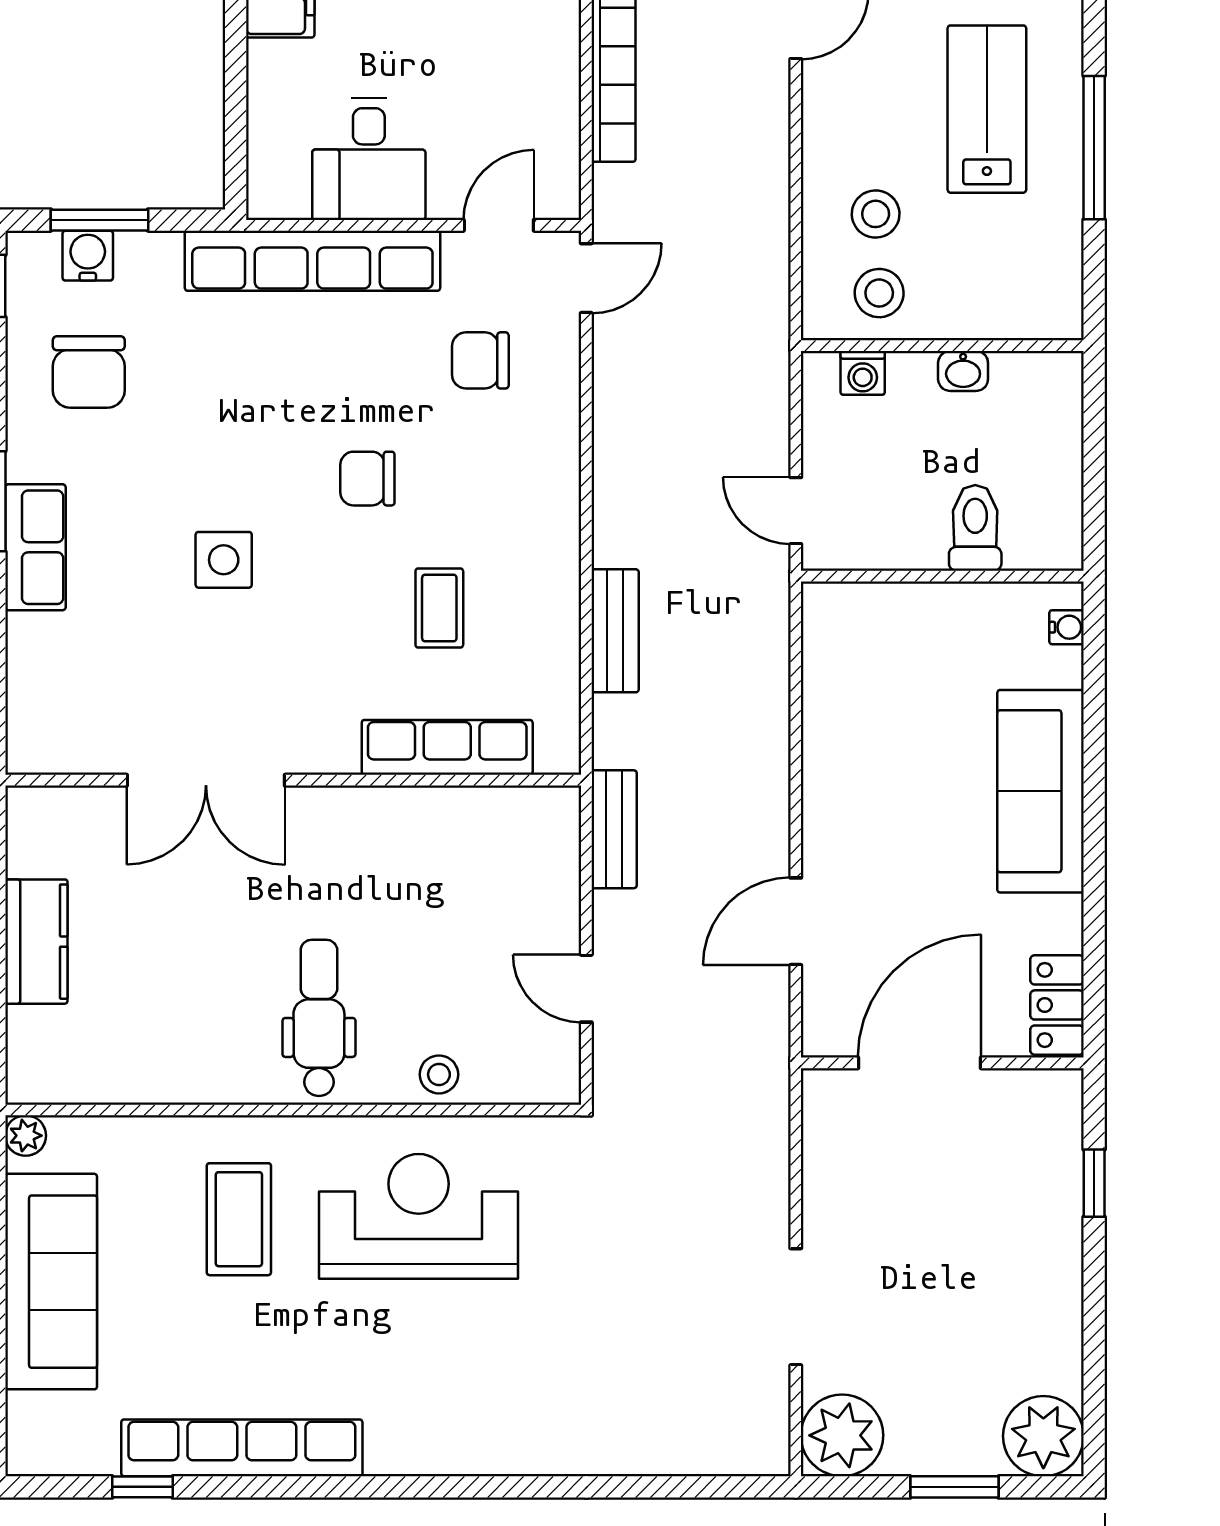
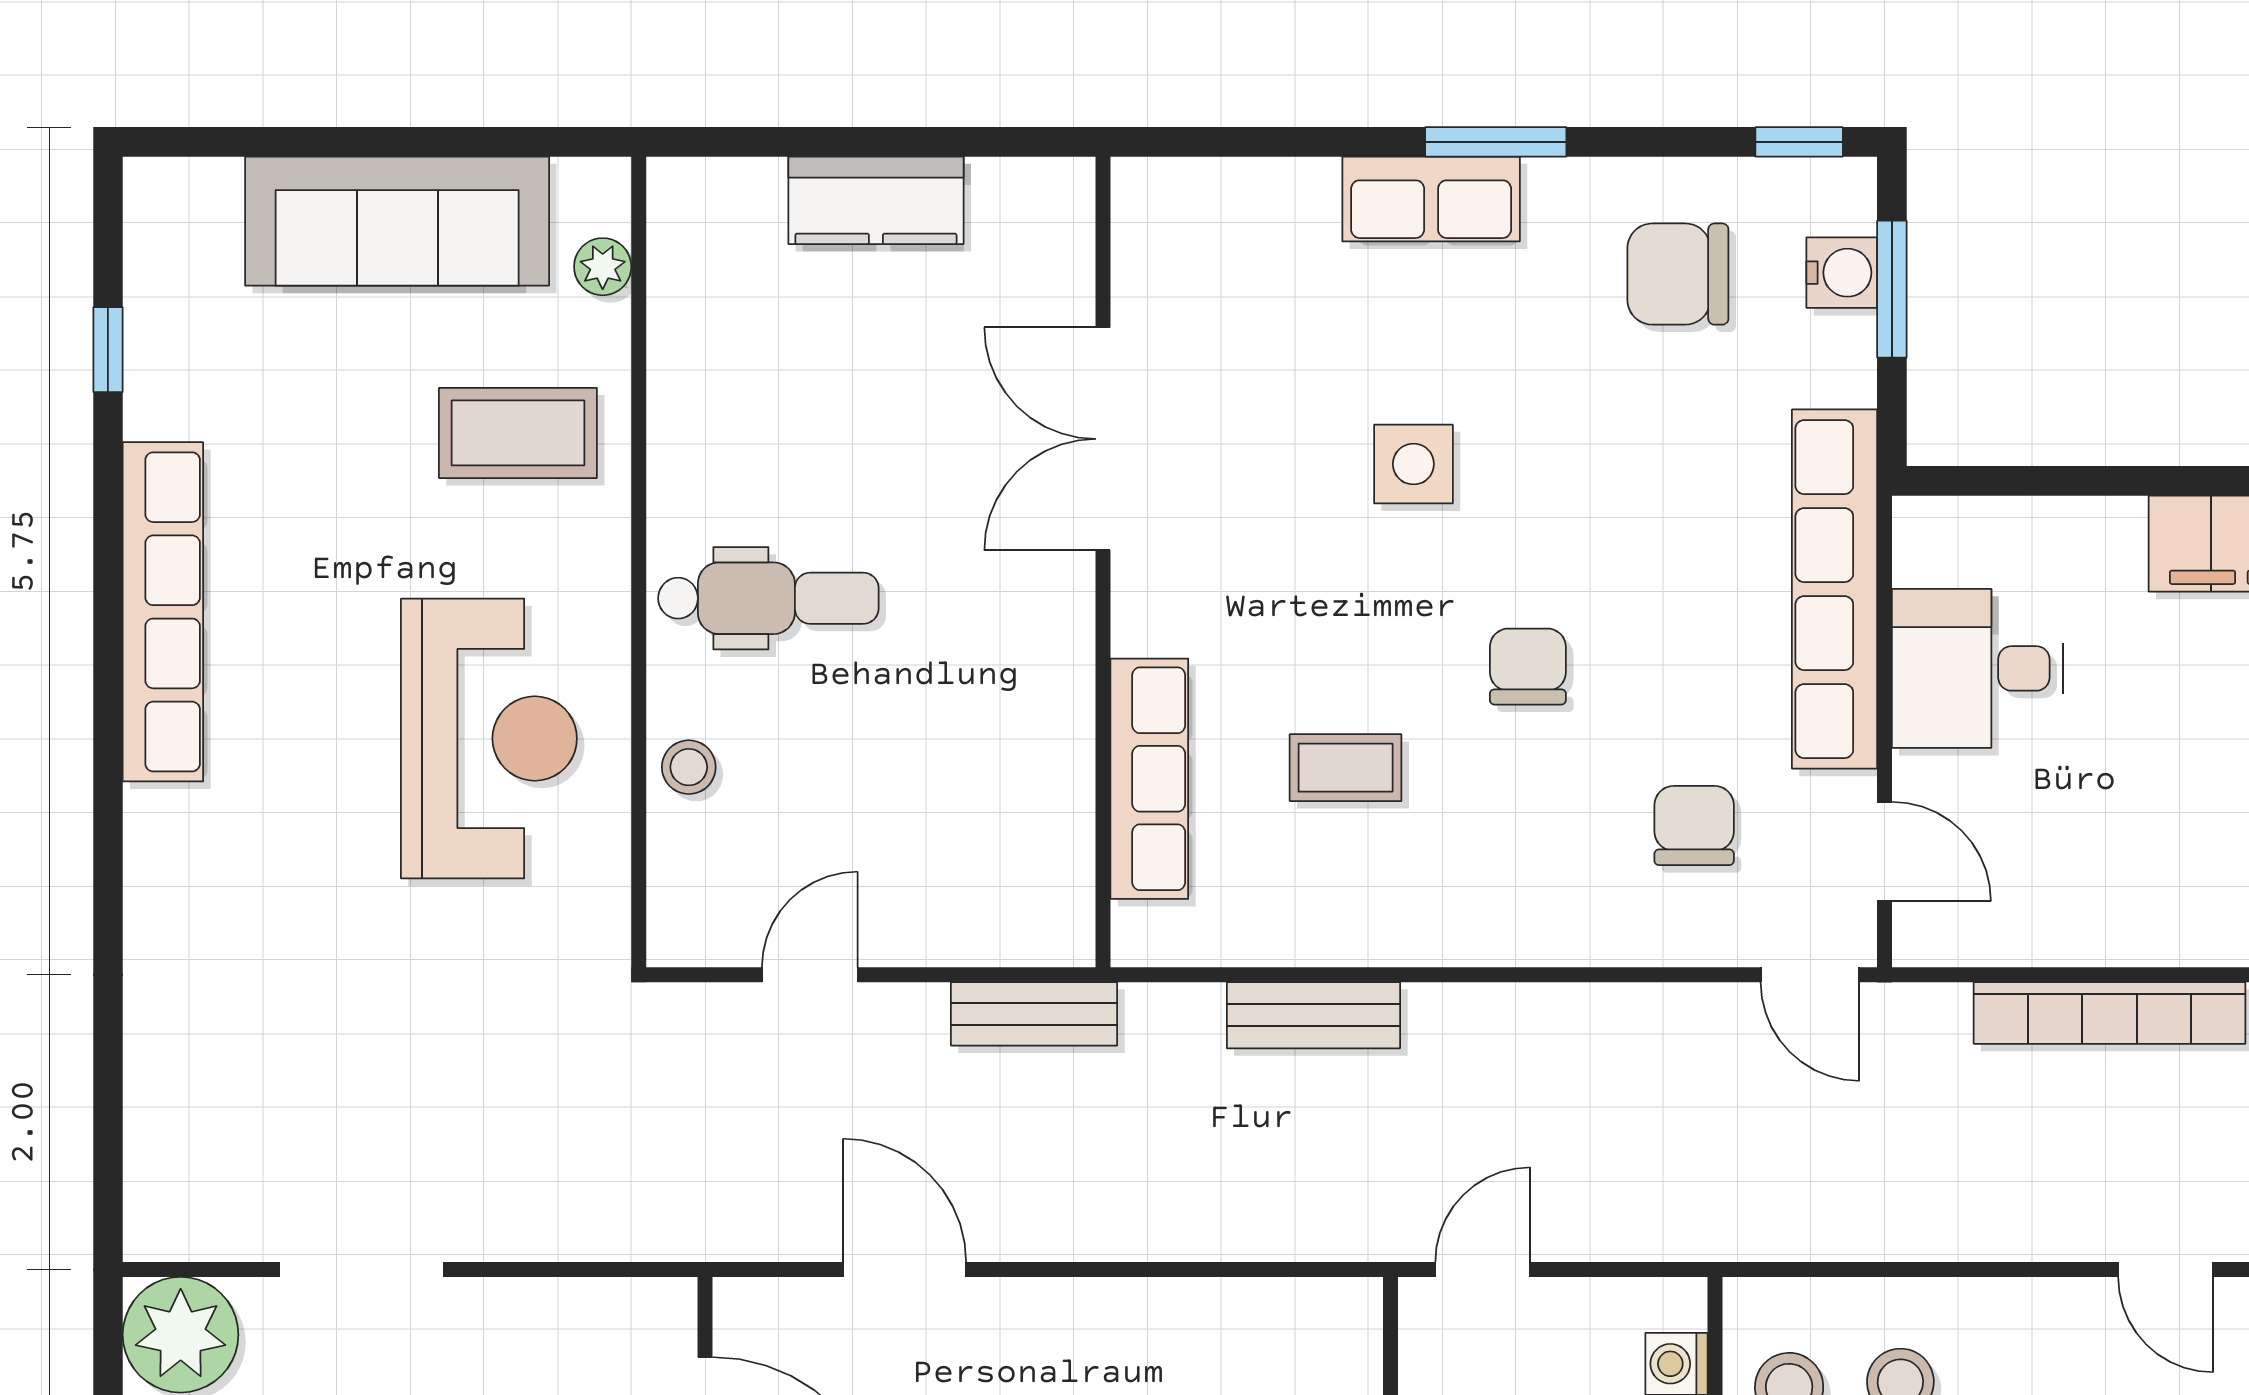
plant: (26, 1136) -> (603, 267), moved
coffee table: (239, 1219) -> (518, 433), moved
row of seats: (242, 1448) -> (163, 612), moved

